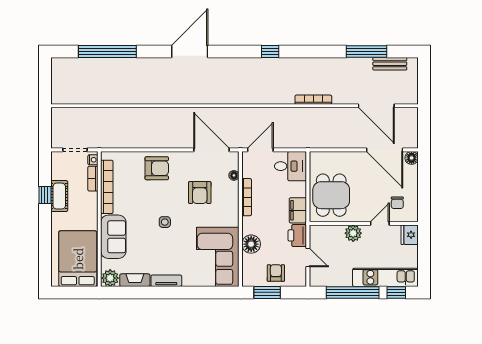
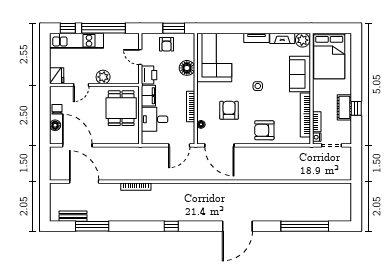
floor lamp: (412, 158) -> (55, 125), moved
desk: (291, 166) -> (155, 119), moved
chair: (397, 203) -> (57, 109), moved

